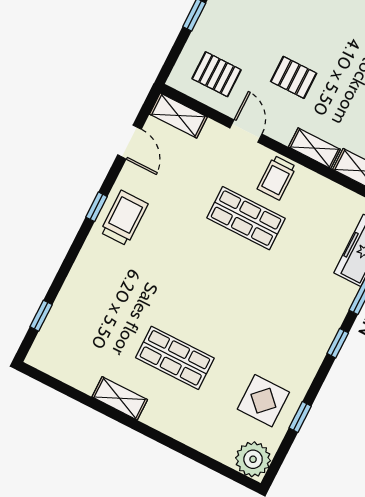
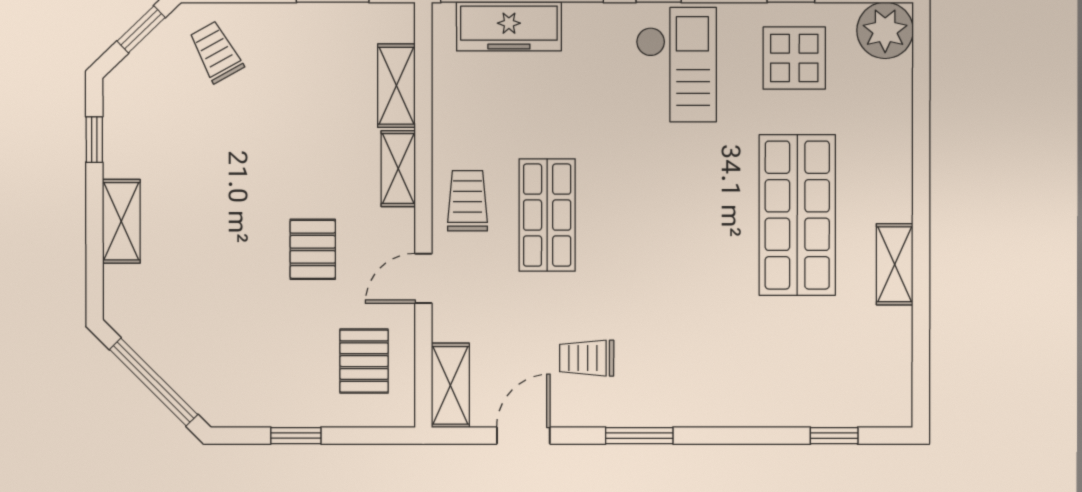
trolley: (277, 178) -> (467, 201), turned -90
window: (97, 207) -> (639, 436), width x1.50
trolley: (124, 218) -> (587, 358), moved, width x0.73, depth x0.72
checkout: (293, 333) -> (676, 65), added
shop shelf: (175, 358) -> (797, 215), width x1.43, depth x1.36

